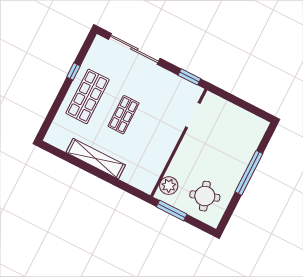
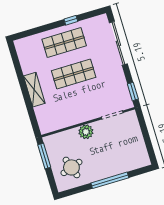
shop shelf: (124, 115) -> (74, 74), width x1.43, depth x1.36
shelving: (96, 159) -> (34, 90), width x0.68
plant: (169, 186) -> (86, 132), moved

